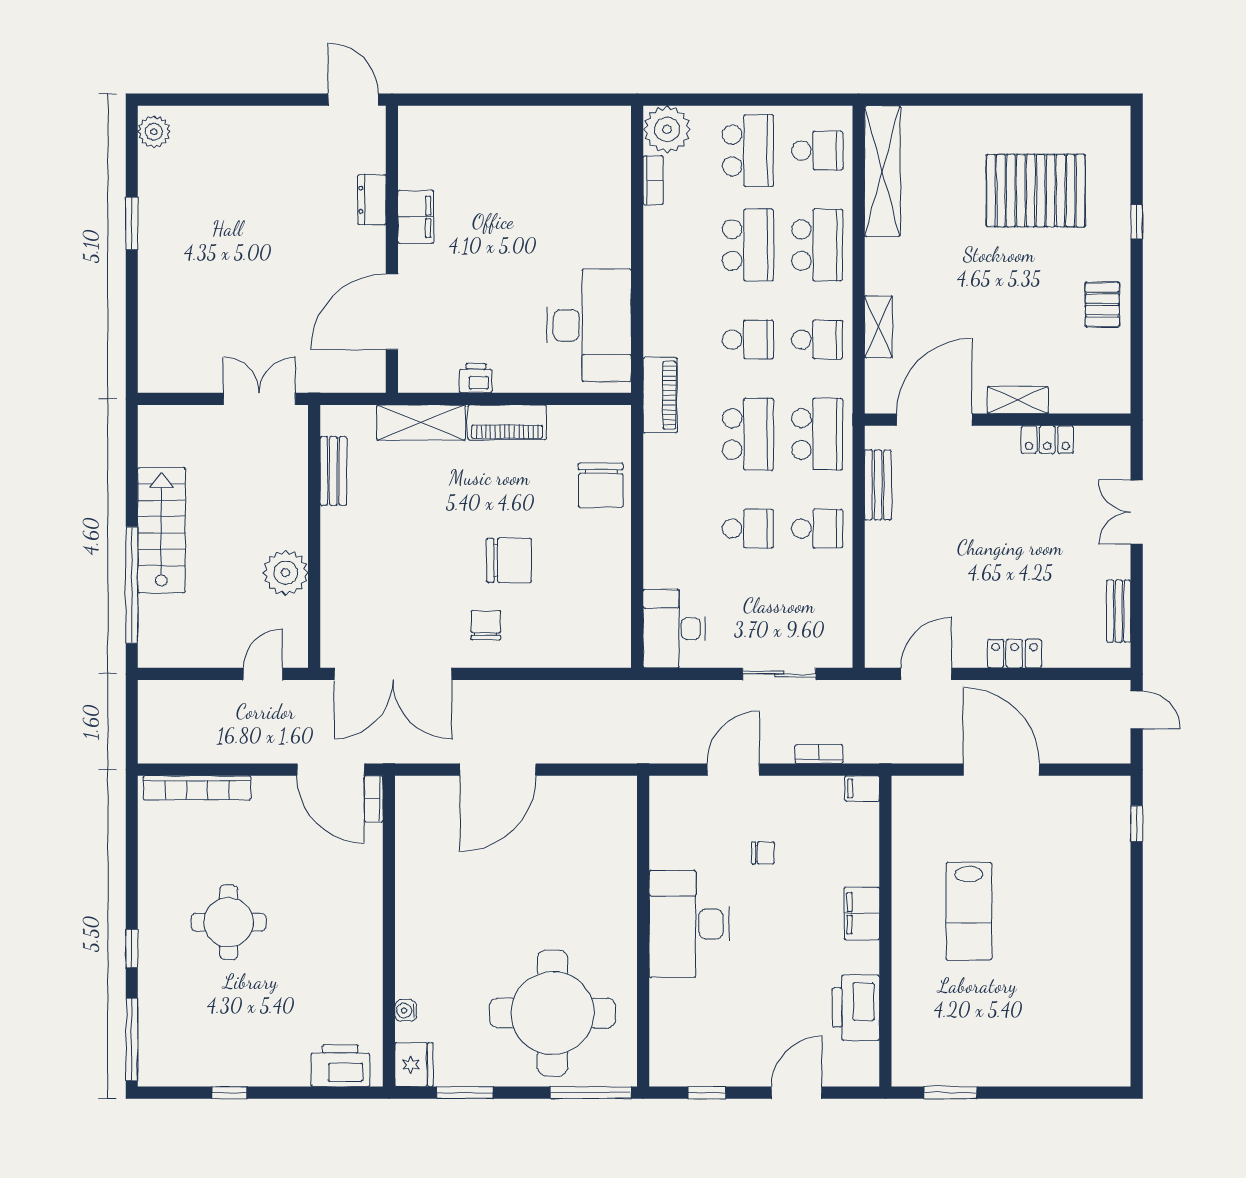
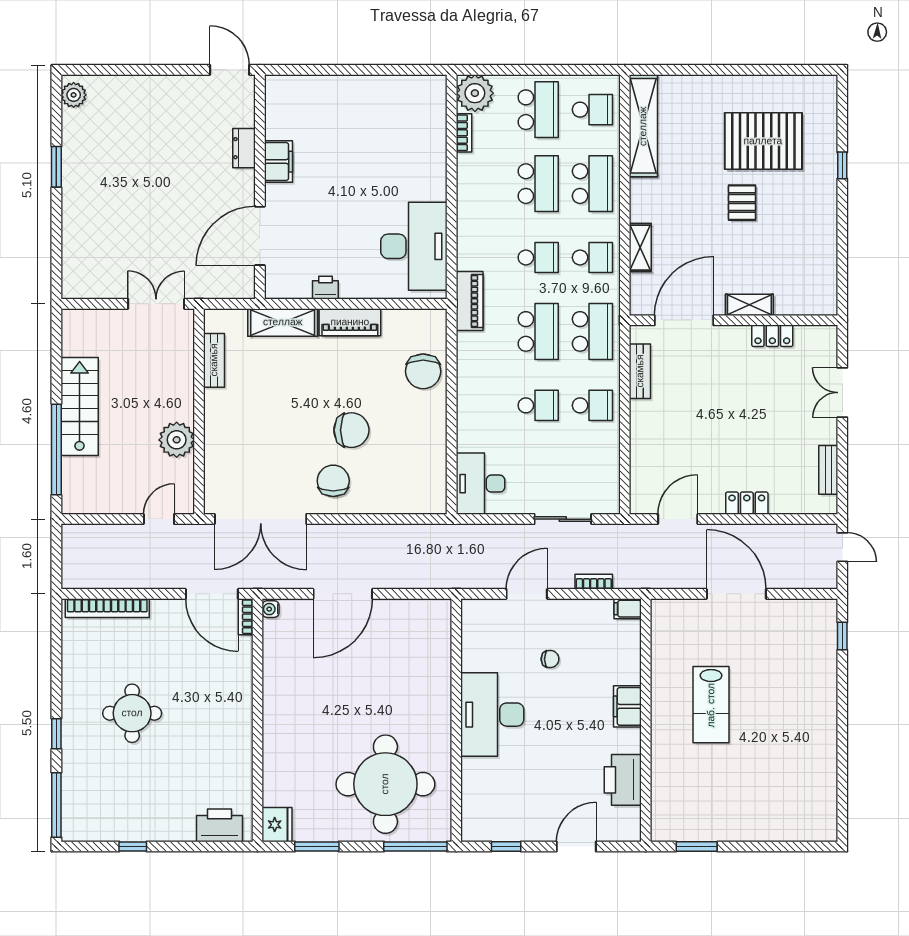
pallet: (1102, 304) -> (742, 203), moved
chair: (486, 625) -> (333, 481), width x1.37, depth x1.37
water cooler: (406, 1011) -> (271, 609), moved

